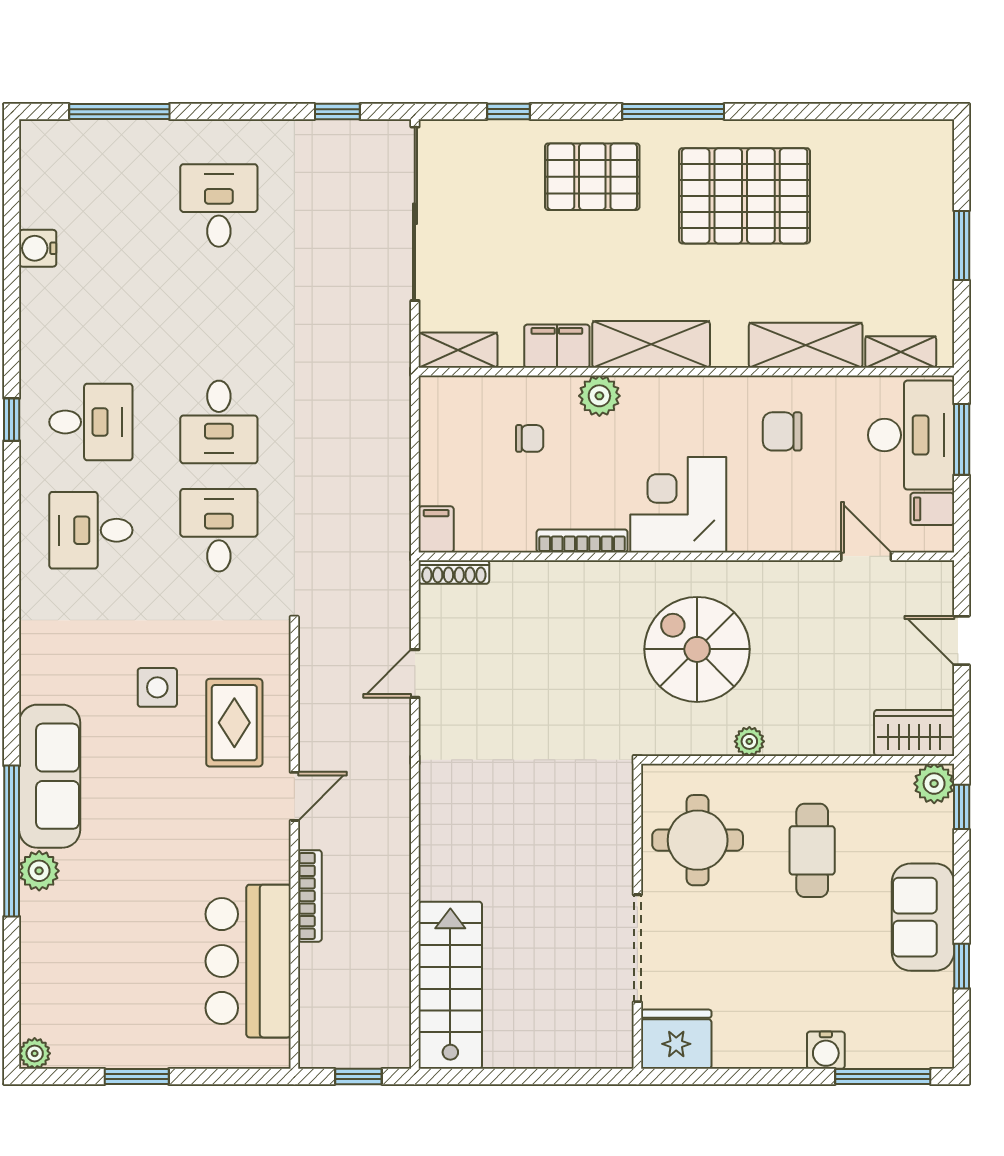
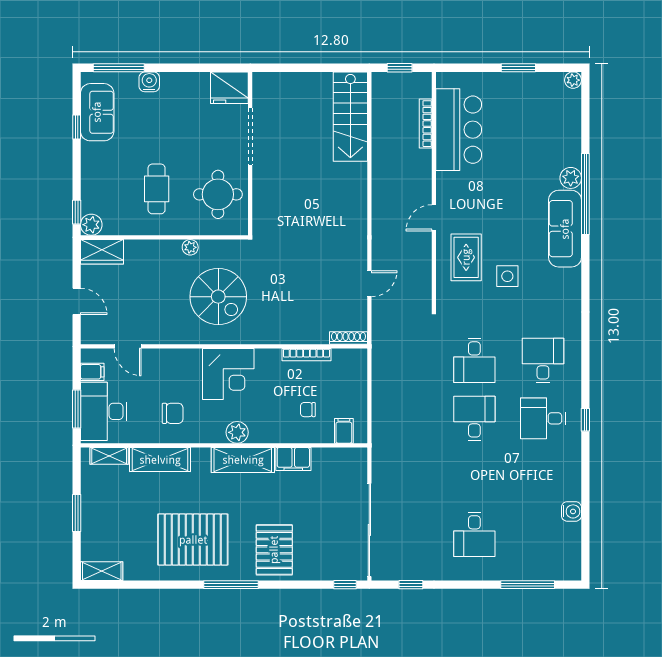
window: (508, 112) -> (345, 585), moved
pallet: (592, 177) -> (274, 550), turned 90
shelving: (458, 350) -> (102, 571), moved
plant: (599, 396) -> (237, 432), moved
filing cabinet: (436, 529) -> (344, 431), moved, turned 180
desk: (91, 530) -> (543, 360), turned -90
bookcase: (582, 541) -> (306, 355), moved
bookcase: (310, 896) -> (426, 124), moved
sofa: (923, 917) -> (97, 112), moved

